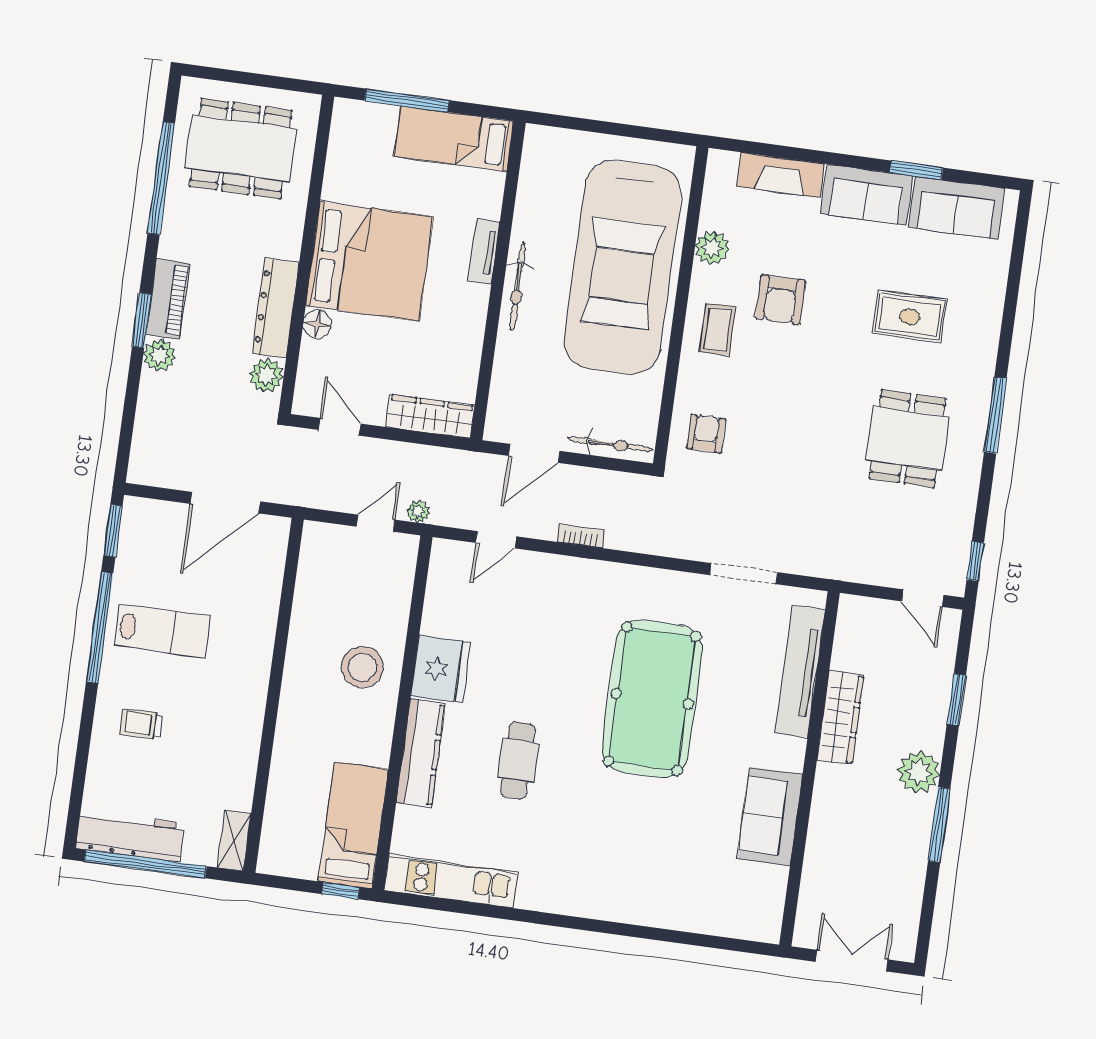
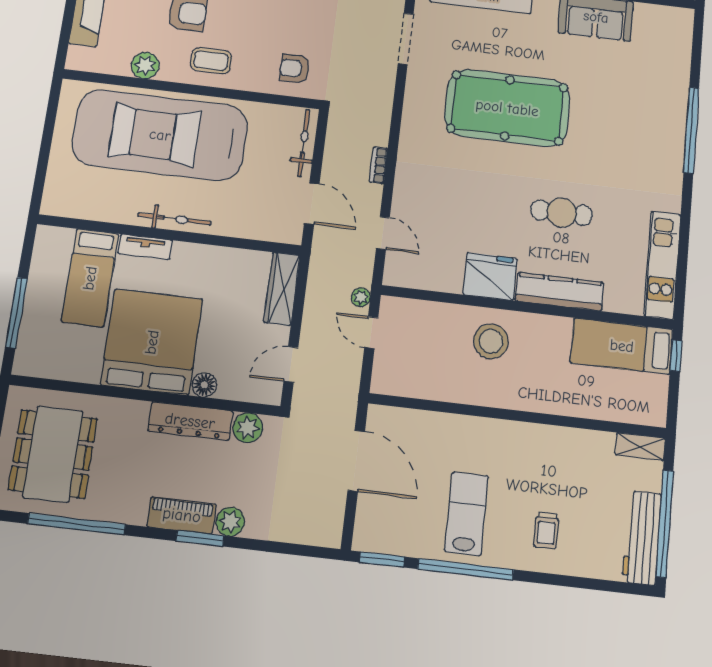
bed: (454, 139) -> (90, 278), moved
car: (623, 267) -> (160, 135), turned 180
window: (620, 929) -> (691, 130), added

